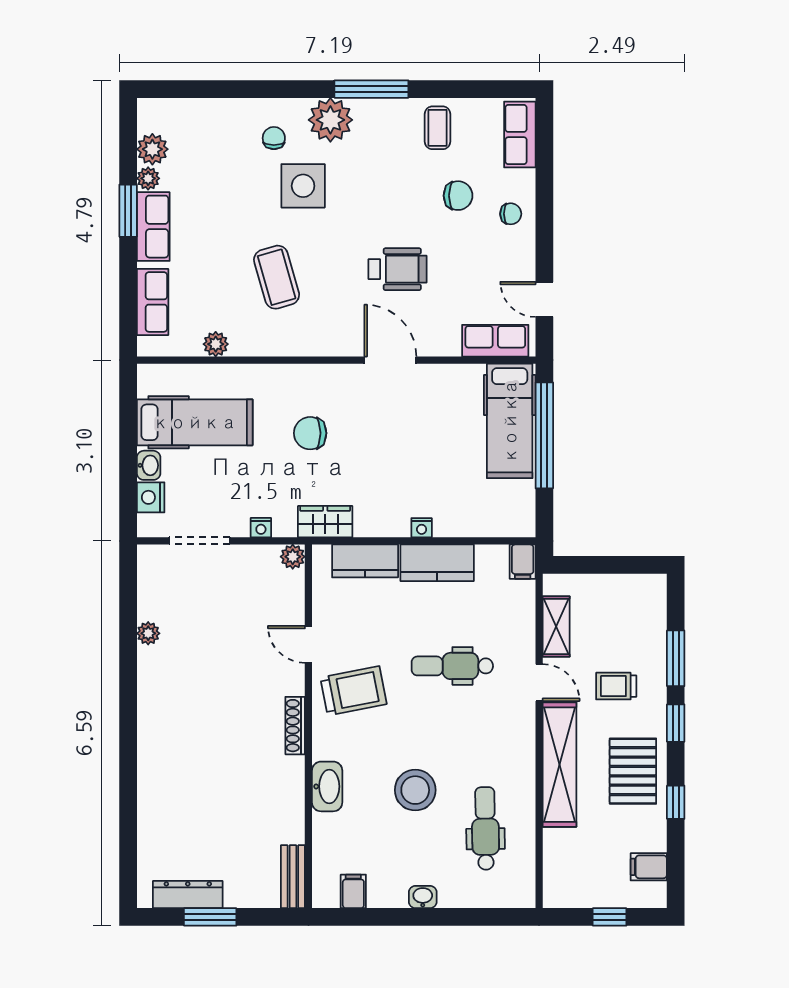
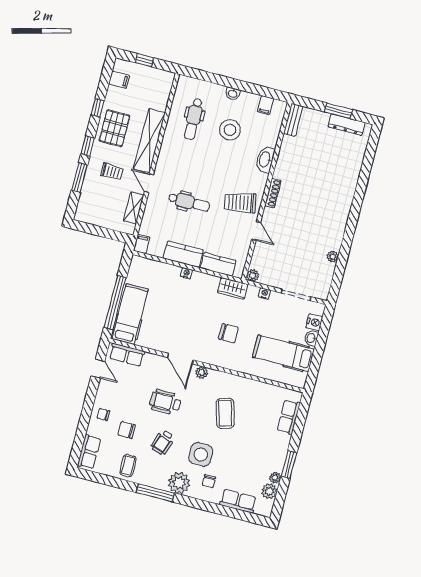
wheelchair: (382, 190) -> (163, 442), added
row of seats: (153, 227) -> (238, 501), moved, turned 90
plant: (216, 344) -> (202, 372), moved
stool: (415, 790) -> (230, 130), moved

